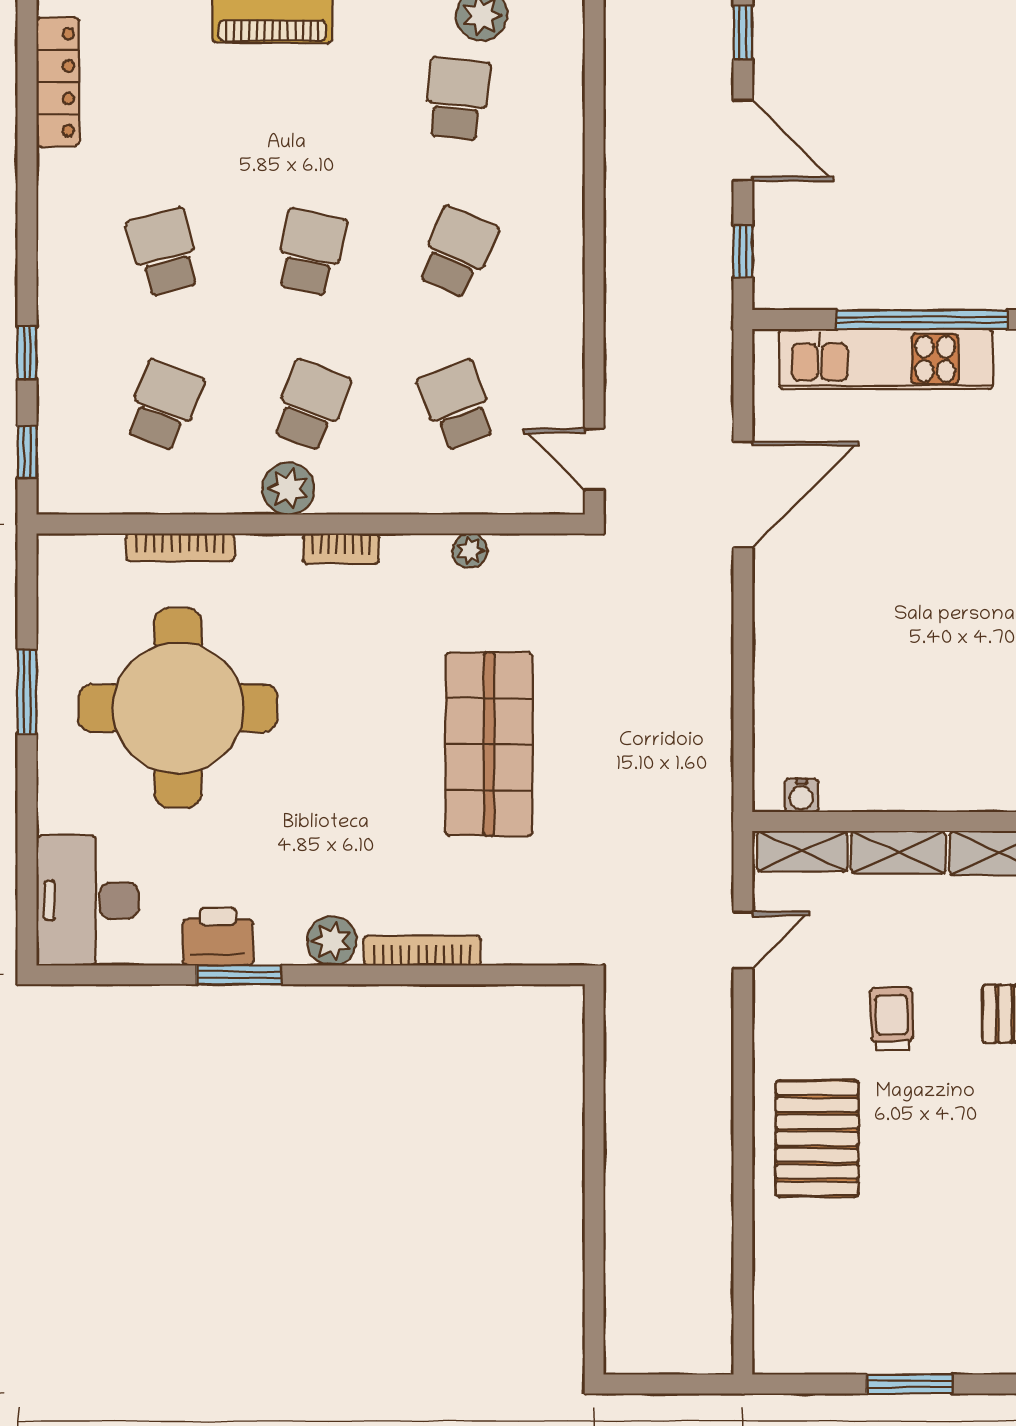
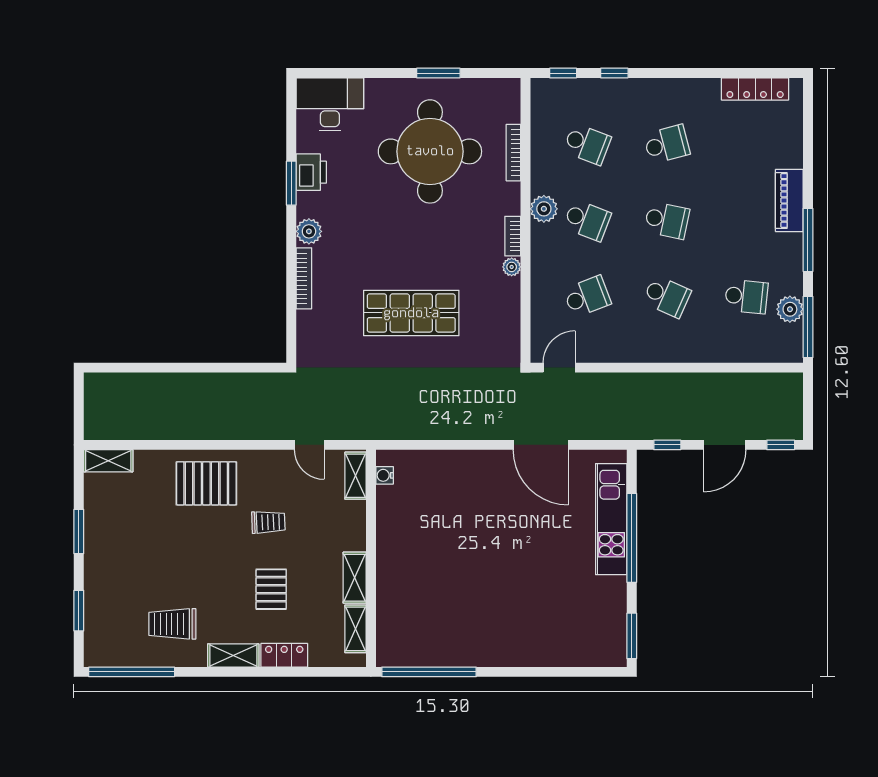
plant: (470, 551) -> (512, 267), moved
shelving: (898, 852) -> (108, 461), moved, turned 90

